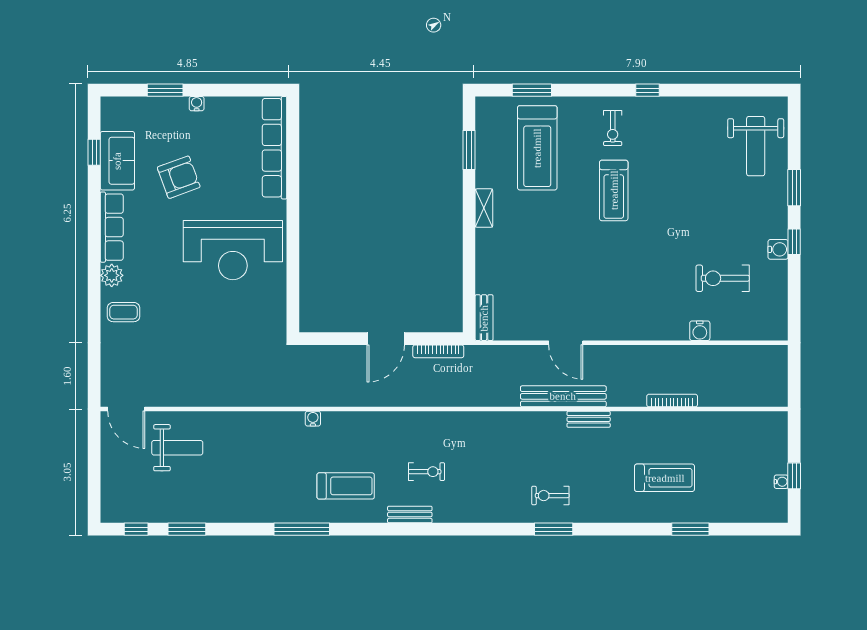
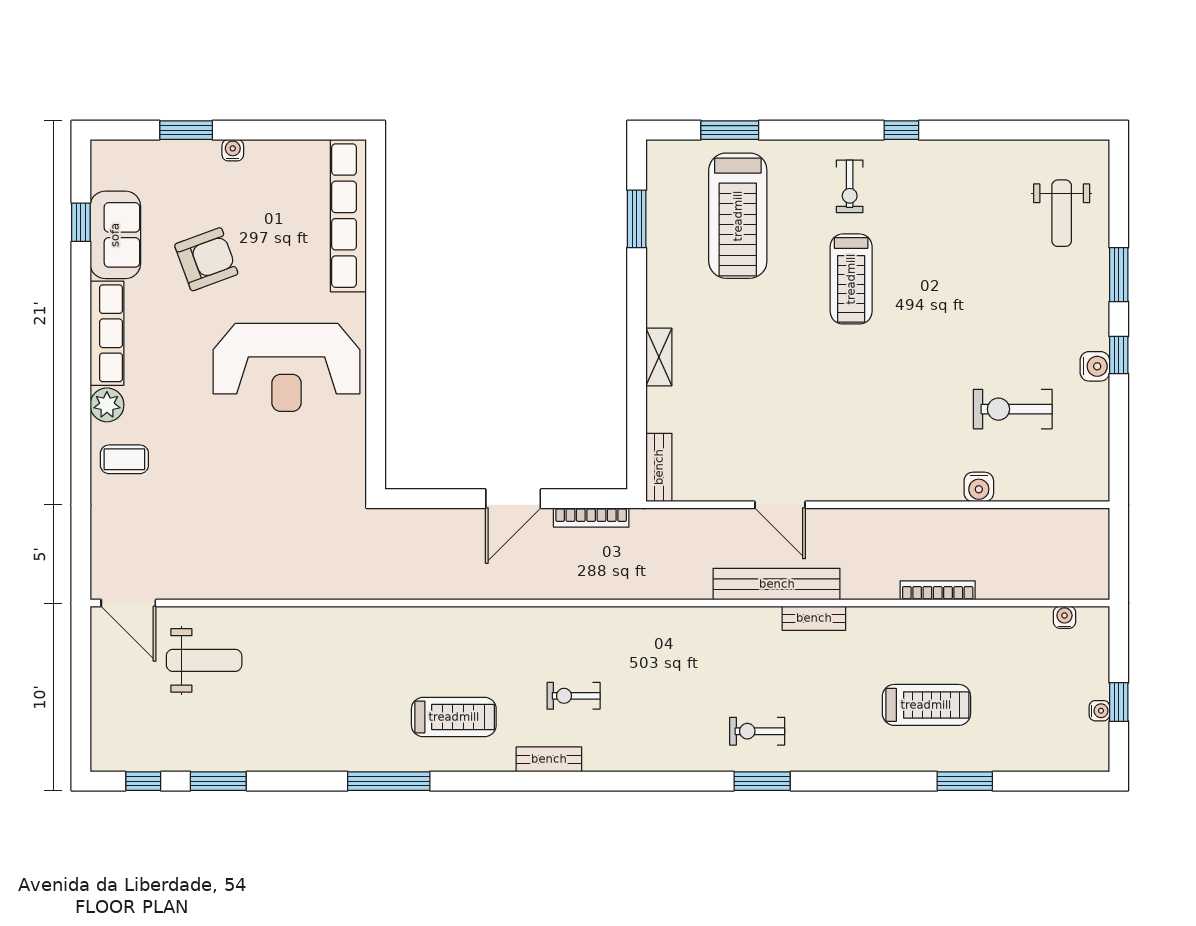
weight bench: (756, 146) -> (1062, 213), width x0.73, depth x0.75
shelving: (484, 208) -> (659, 357), moved
water cooler: (313, 419) -> (1064, 617), moved
exercise bike: (426, 472) -> (574, 696), turned 180

